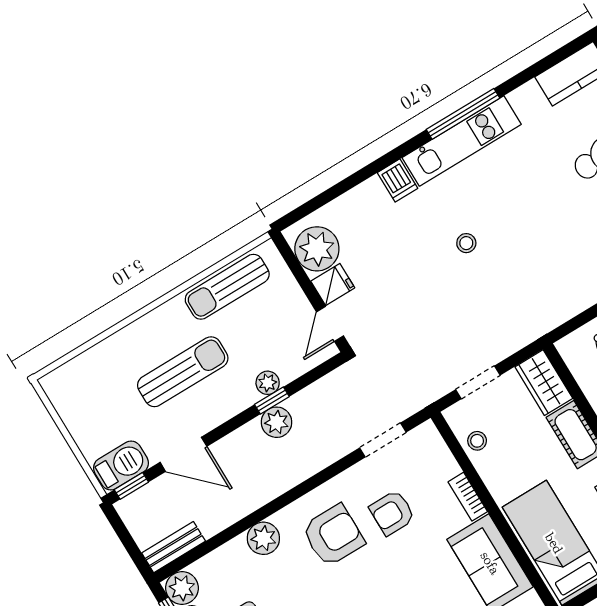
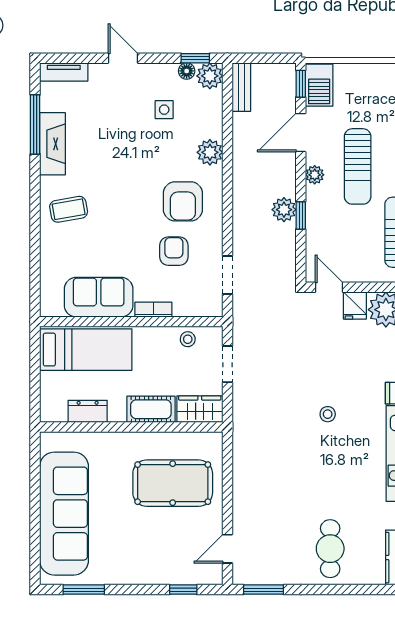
plant: (268, 383) -> (315, 175), moved

